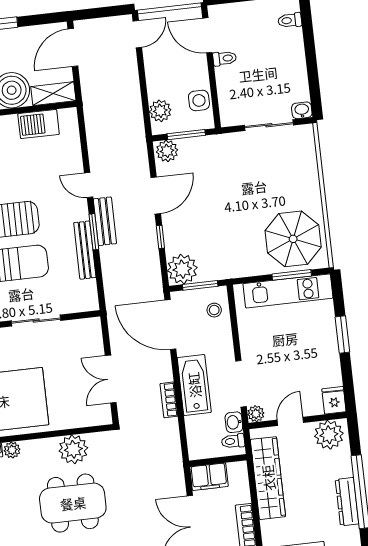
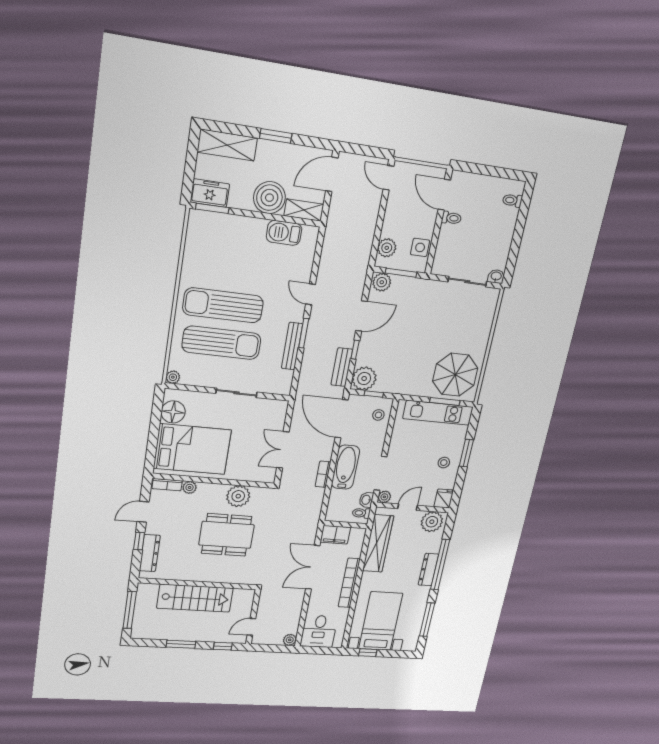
door: (137, 34) -> (388, 178), swing flipped
bench: (105, 221) -> (342, 367), moved
window: (200, 285) -> (374, 394), width x0.67
stool: (317, 353) -> (444, 463), added

